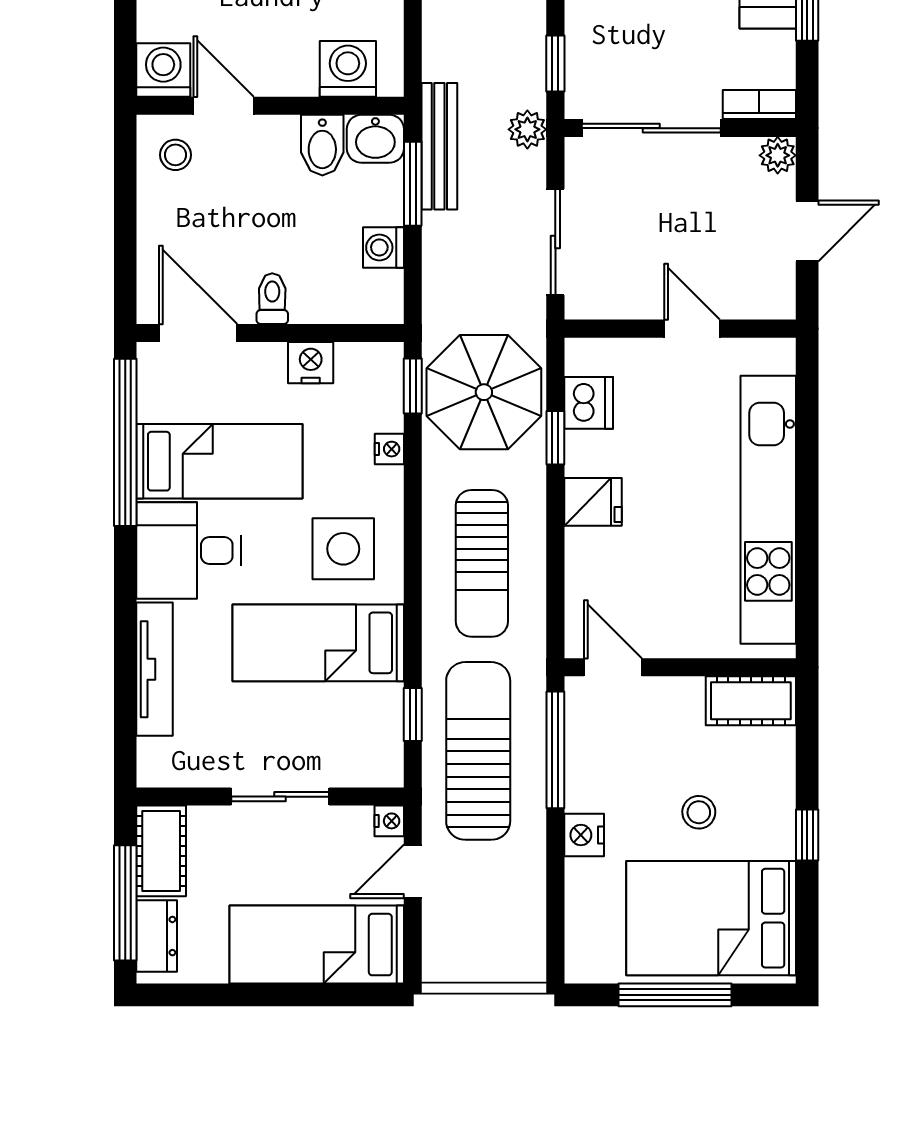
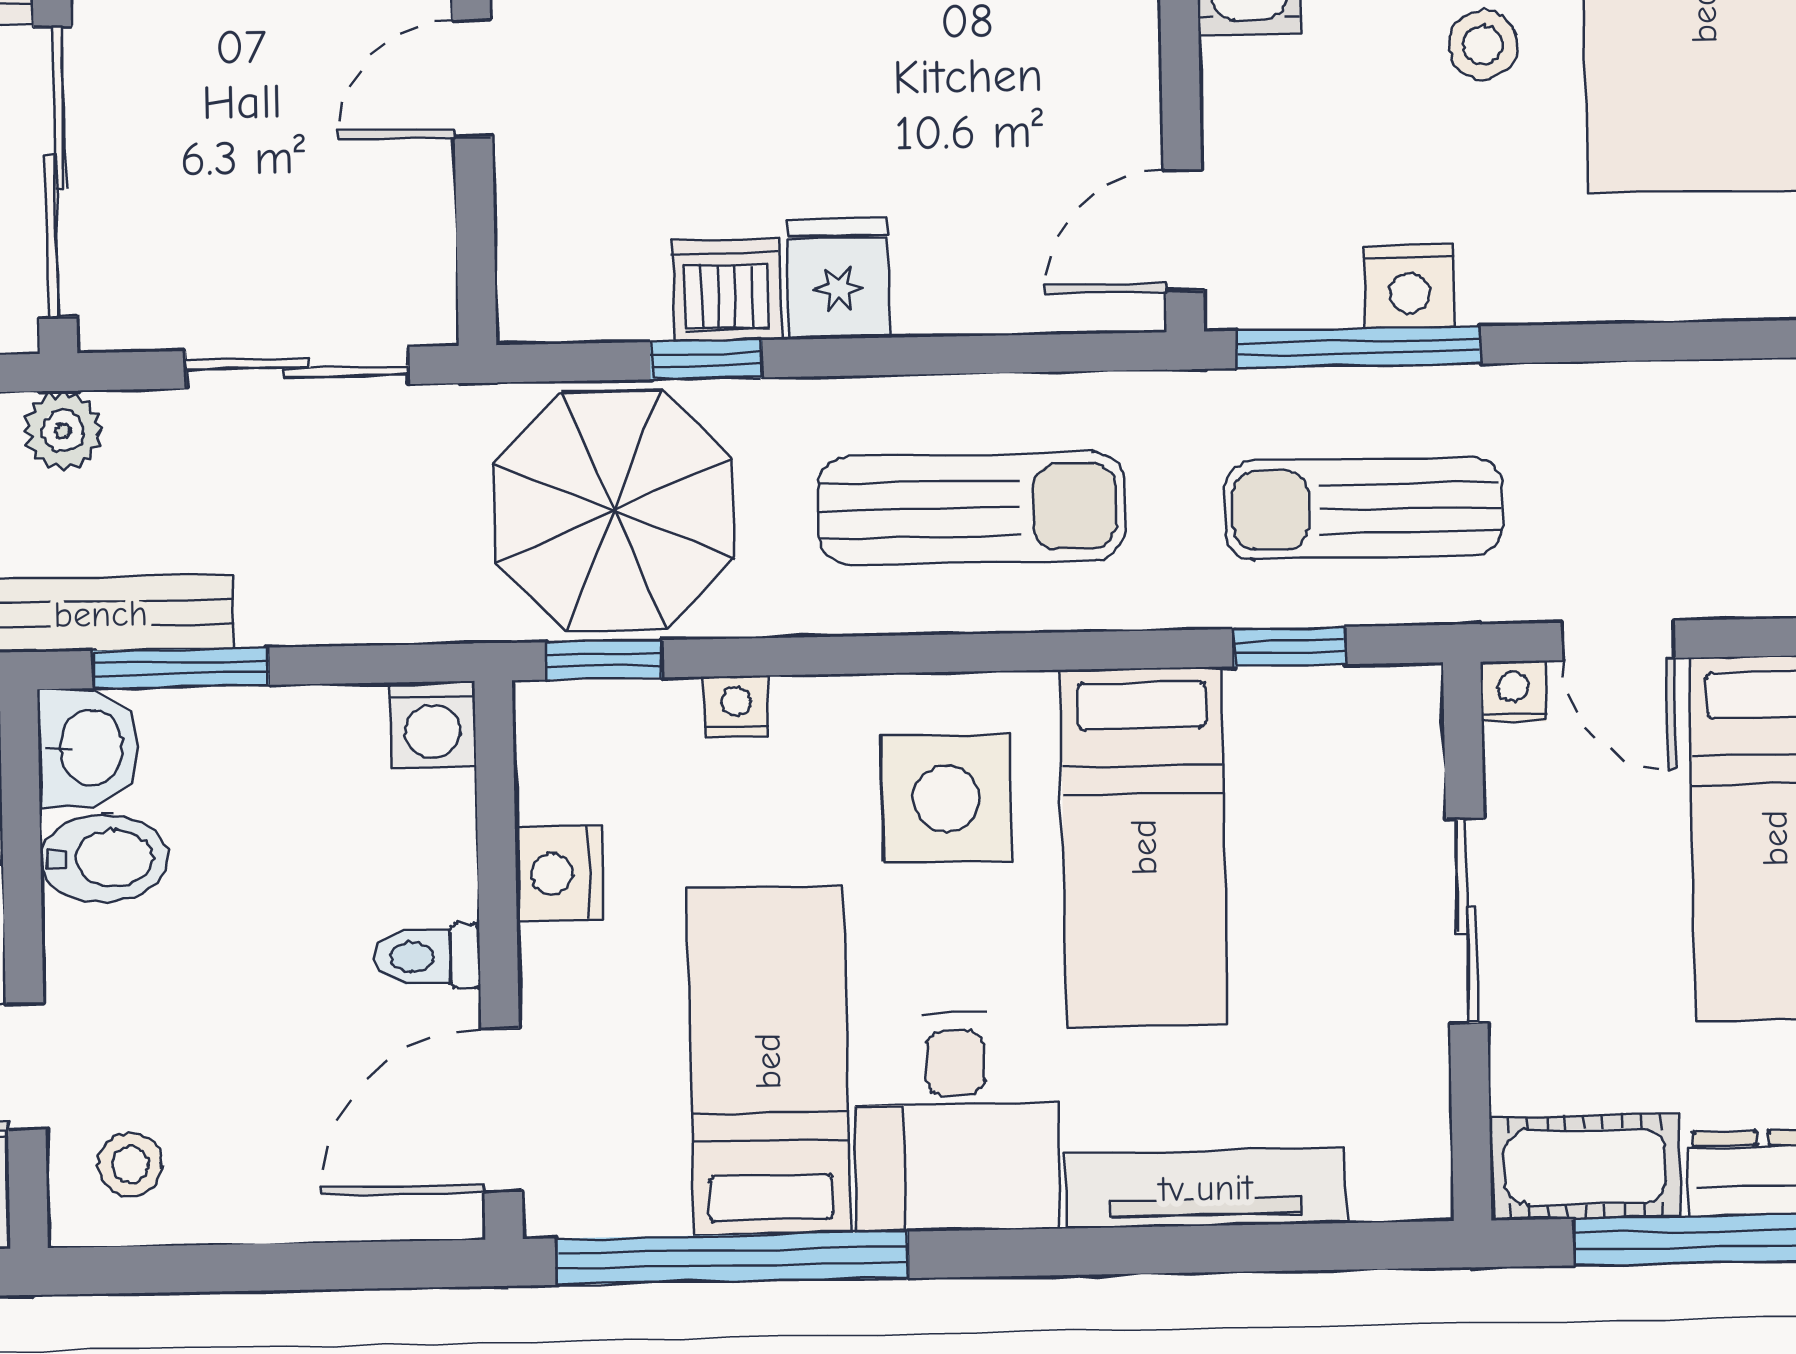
washing machine: (383, 247) -> (433, 724), moved
dishwasher: (589, 403) -> (727, 290), moved
sun lounger: (478, 751) -> (1363, 508), width x0.73, depth x0.75
nightstand: (584, 835) -> (1409, 286), moved

